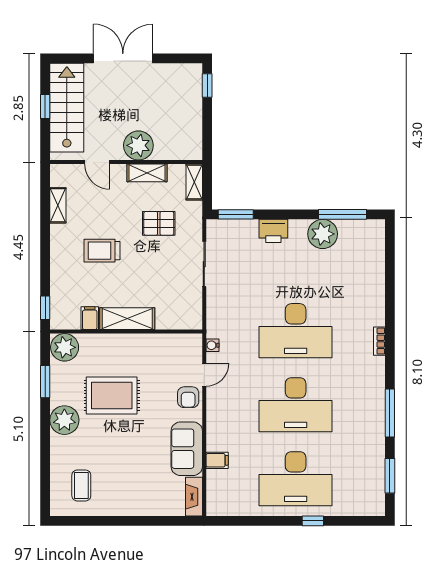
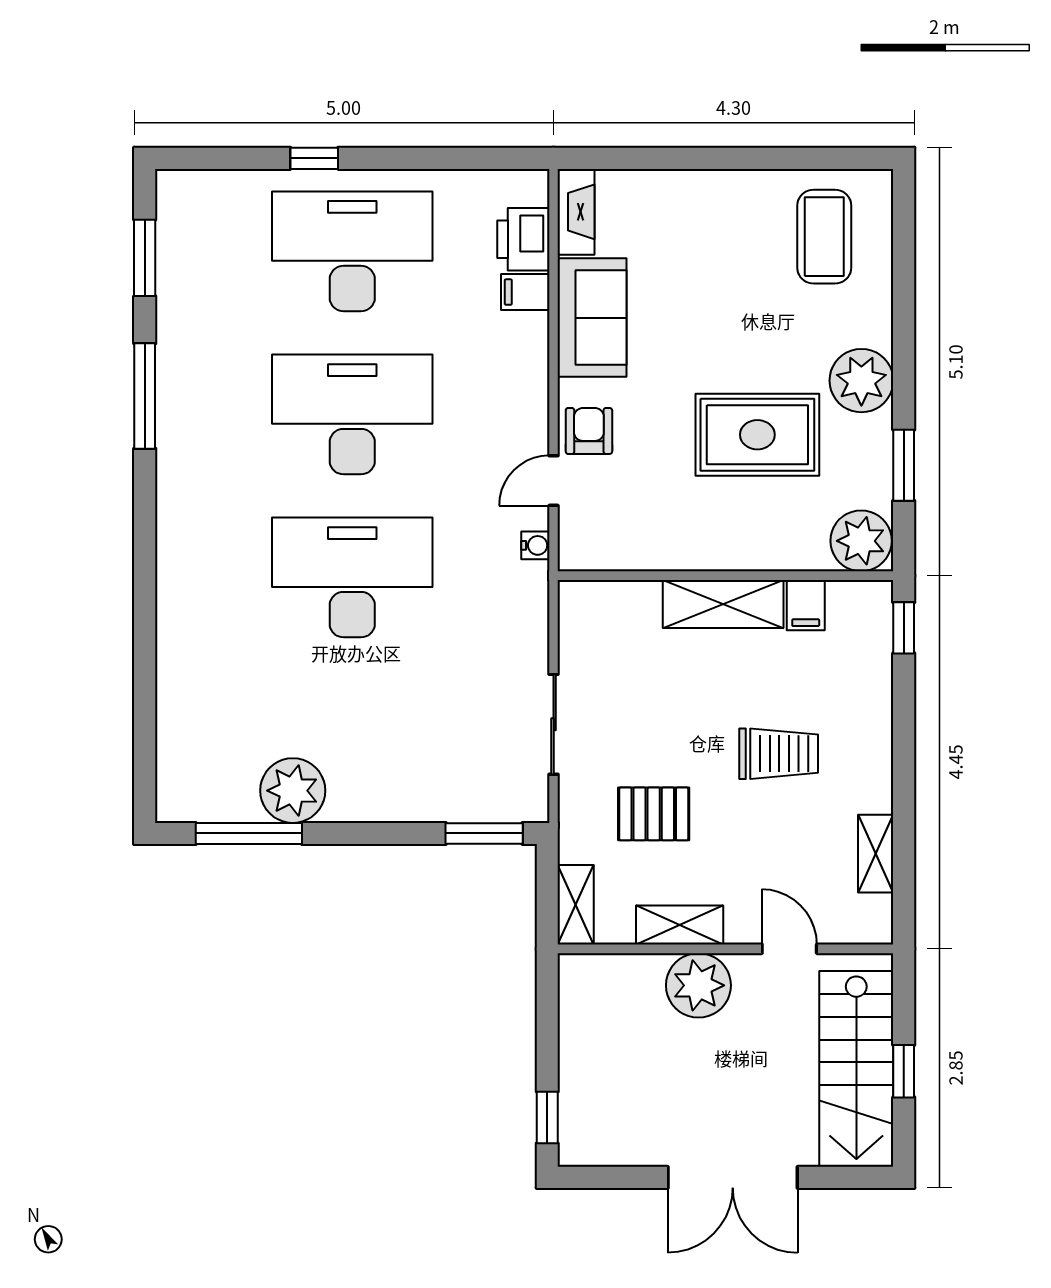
printer: (273, 231) -> (523, 239), moved, turned -90
bookcase: (379, 341) -> (168, 555), removed
coffee table: (81, 485) -> (824, 237), width x1.36, depth x1.30

